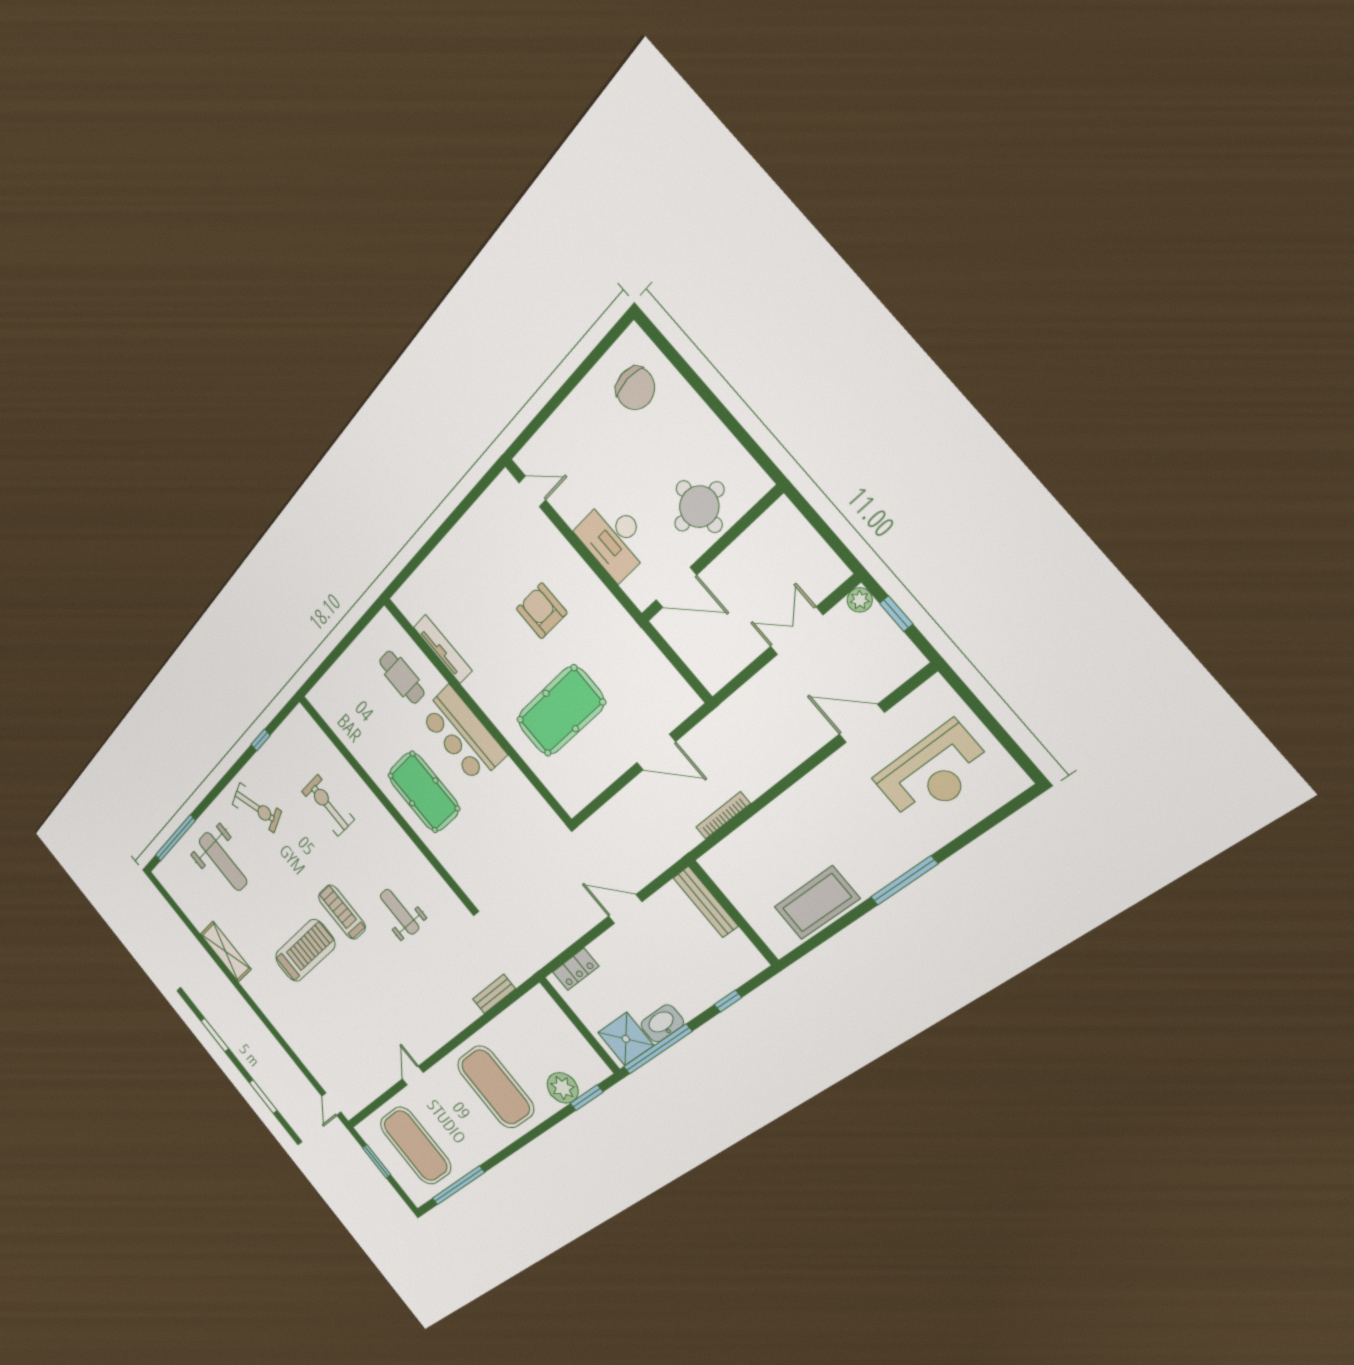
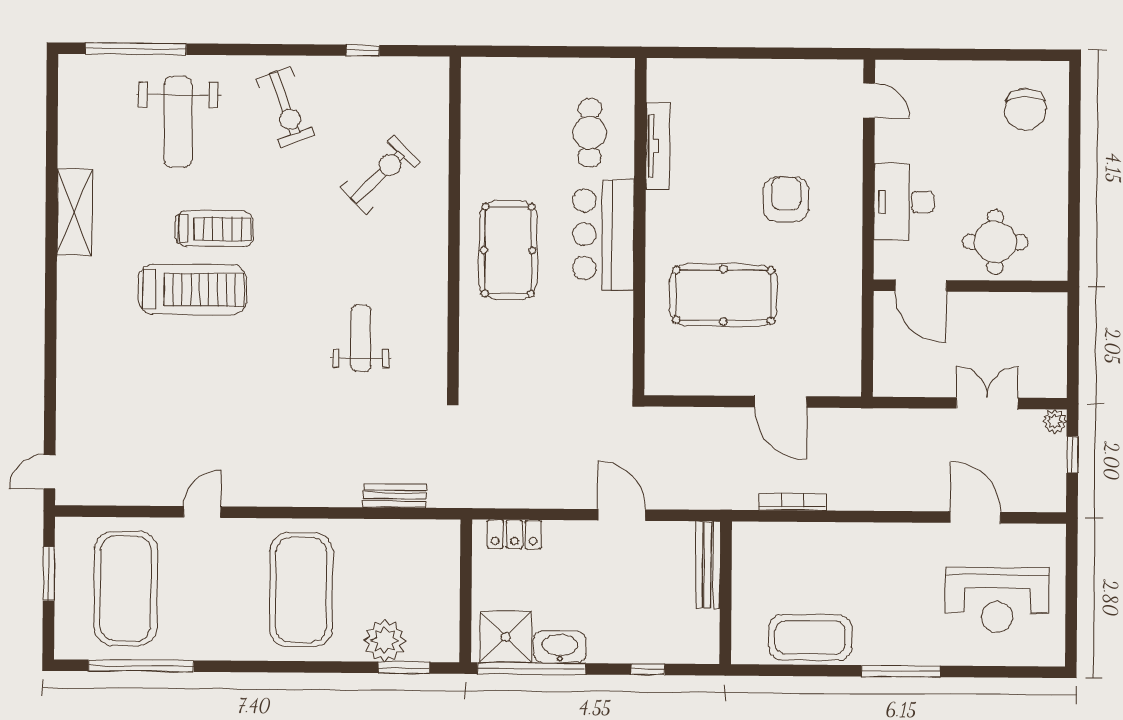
exercise bike: (328, 805) -> (380, 175), turned 45
treadmill: (342, 912) -> (214, 229), moved, turned 90

